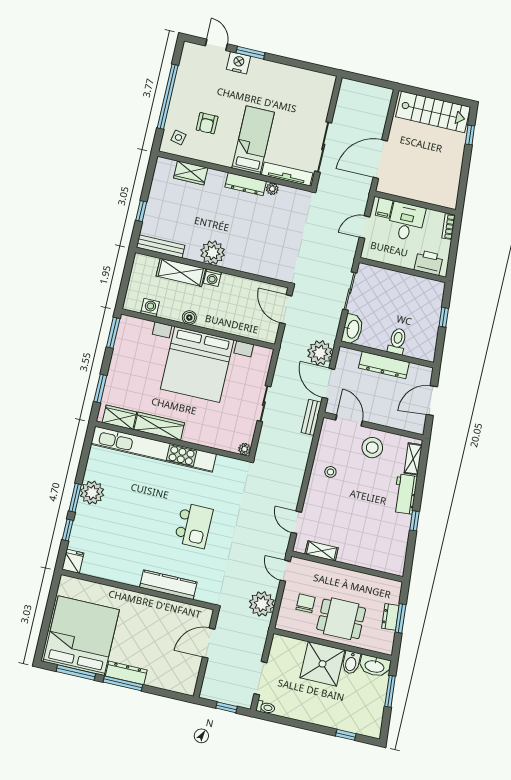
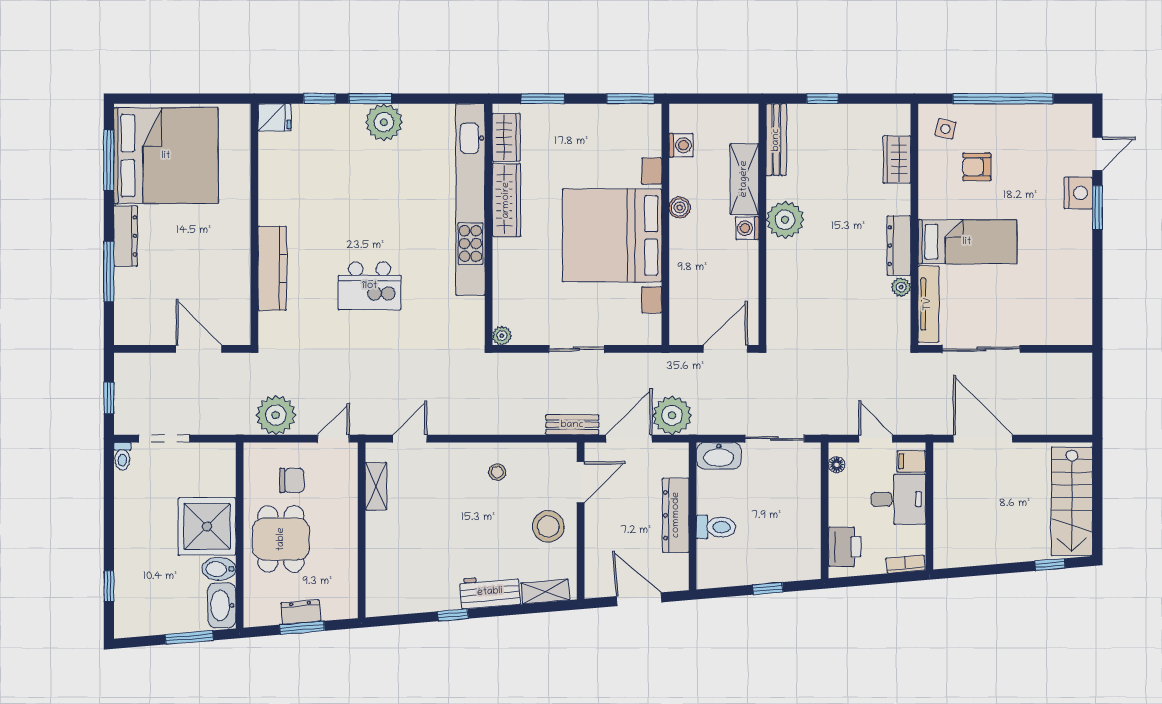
floor lamp: (375, 256) -> (837, 465), added
window: (123, 683) -> (109, 271), moved

